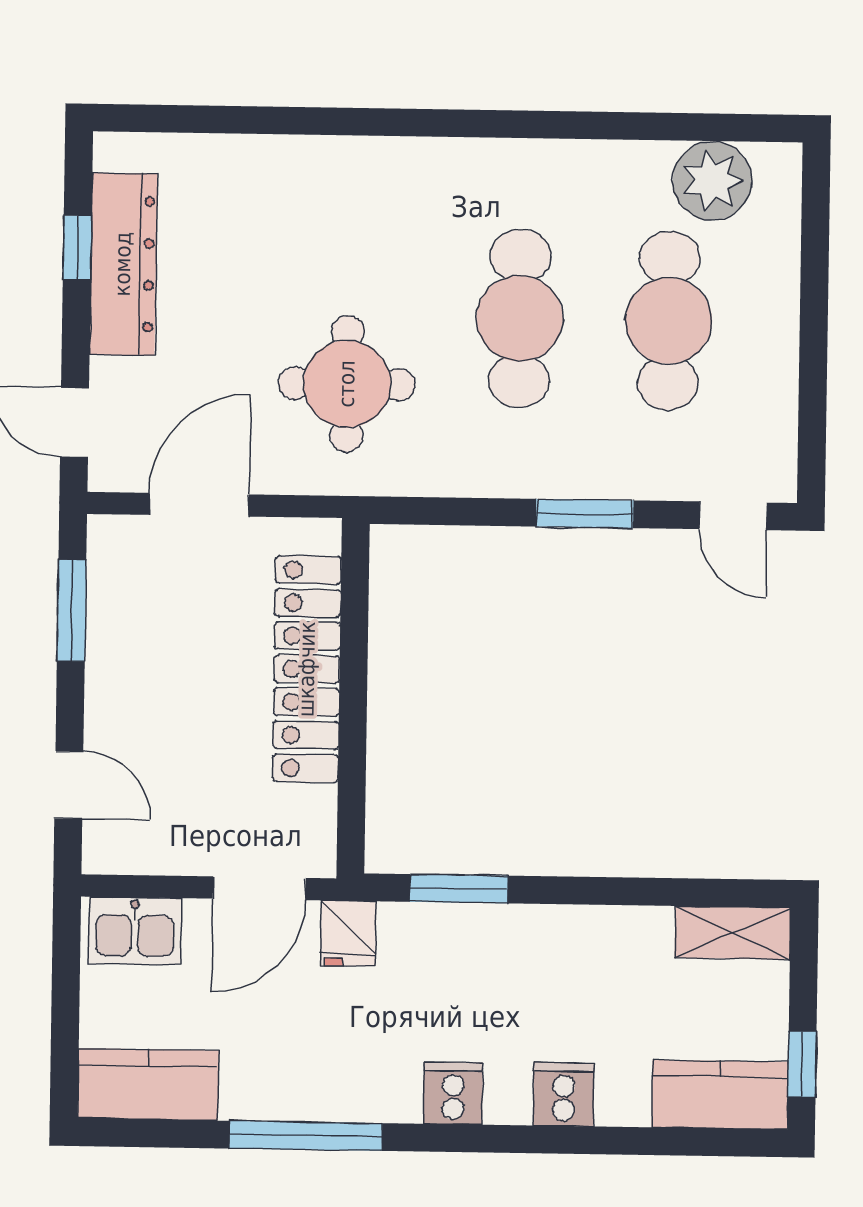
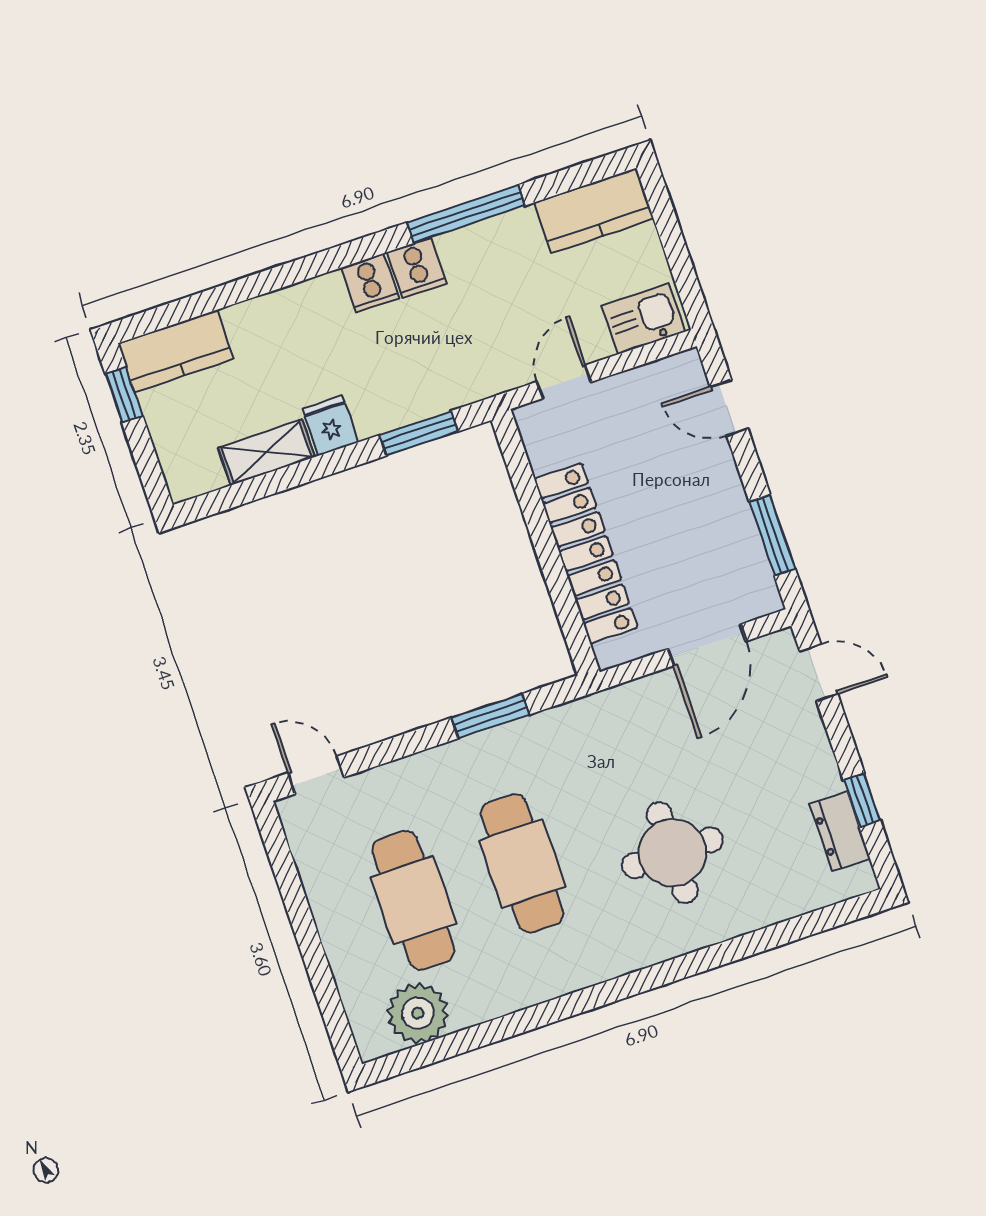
dresser: (123, 264) -> (840, 831), width x0.51, depth x0.80
round table: (347, 384) -> (672, 853), moved
window: (585, 514) -> (490, 716), moved
door: (259, 888) -> (564, 382), width x0.73
fridge: (348, 933) -> (330, 425), moved
shelving: (733, 933) -> (266, 452), moved
cooker: (564, 1094) -> (417, 268), moved

